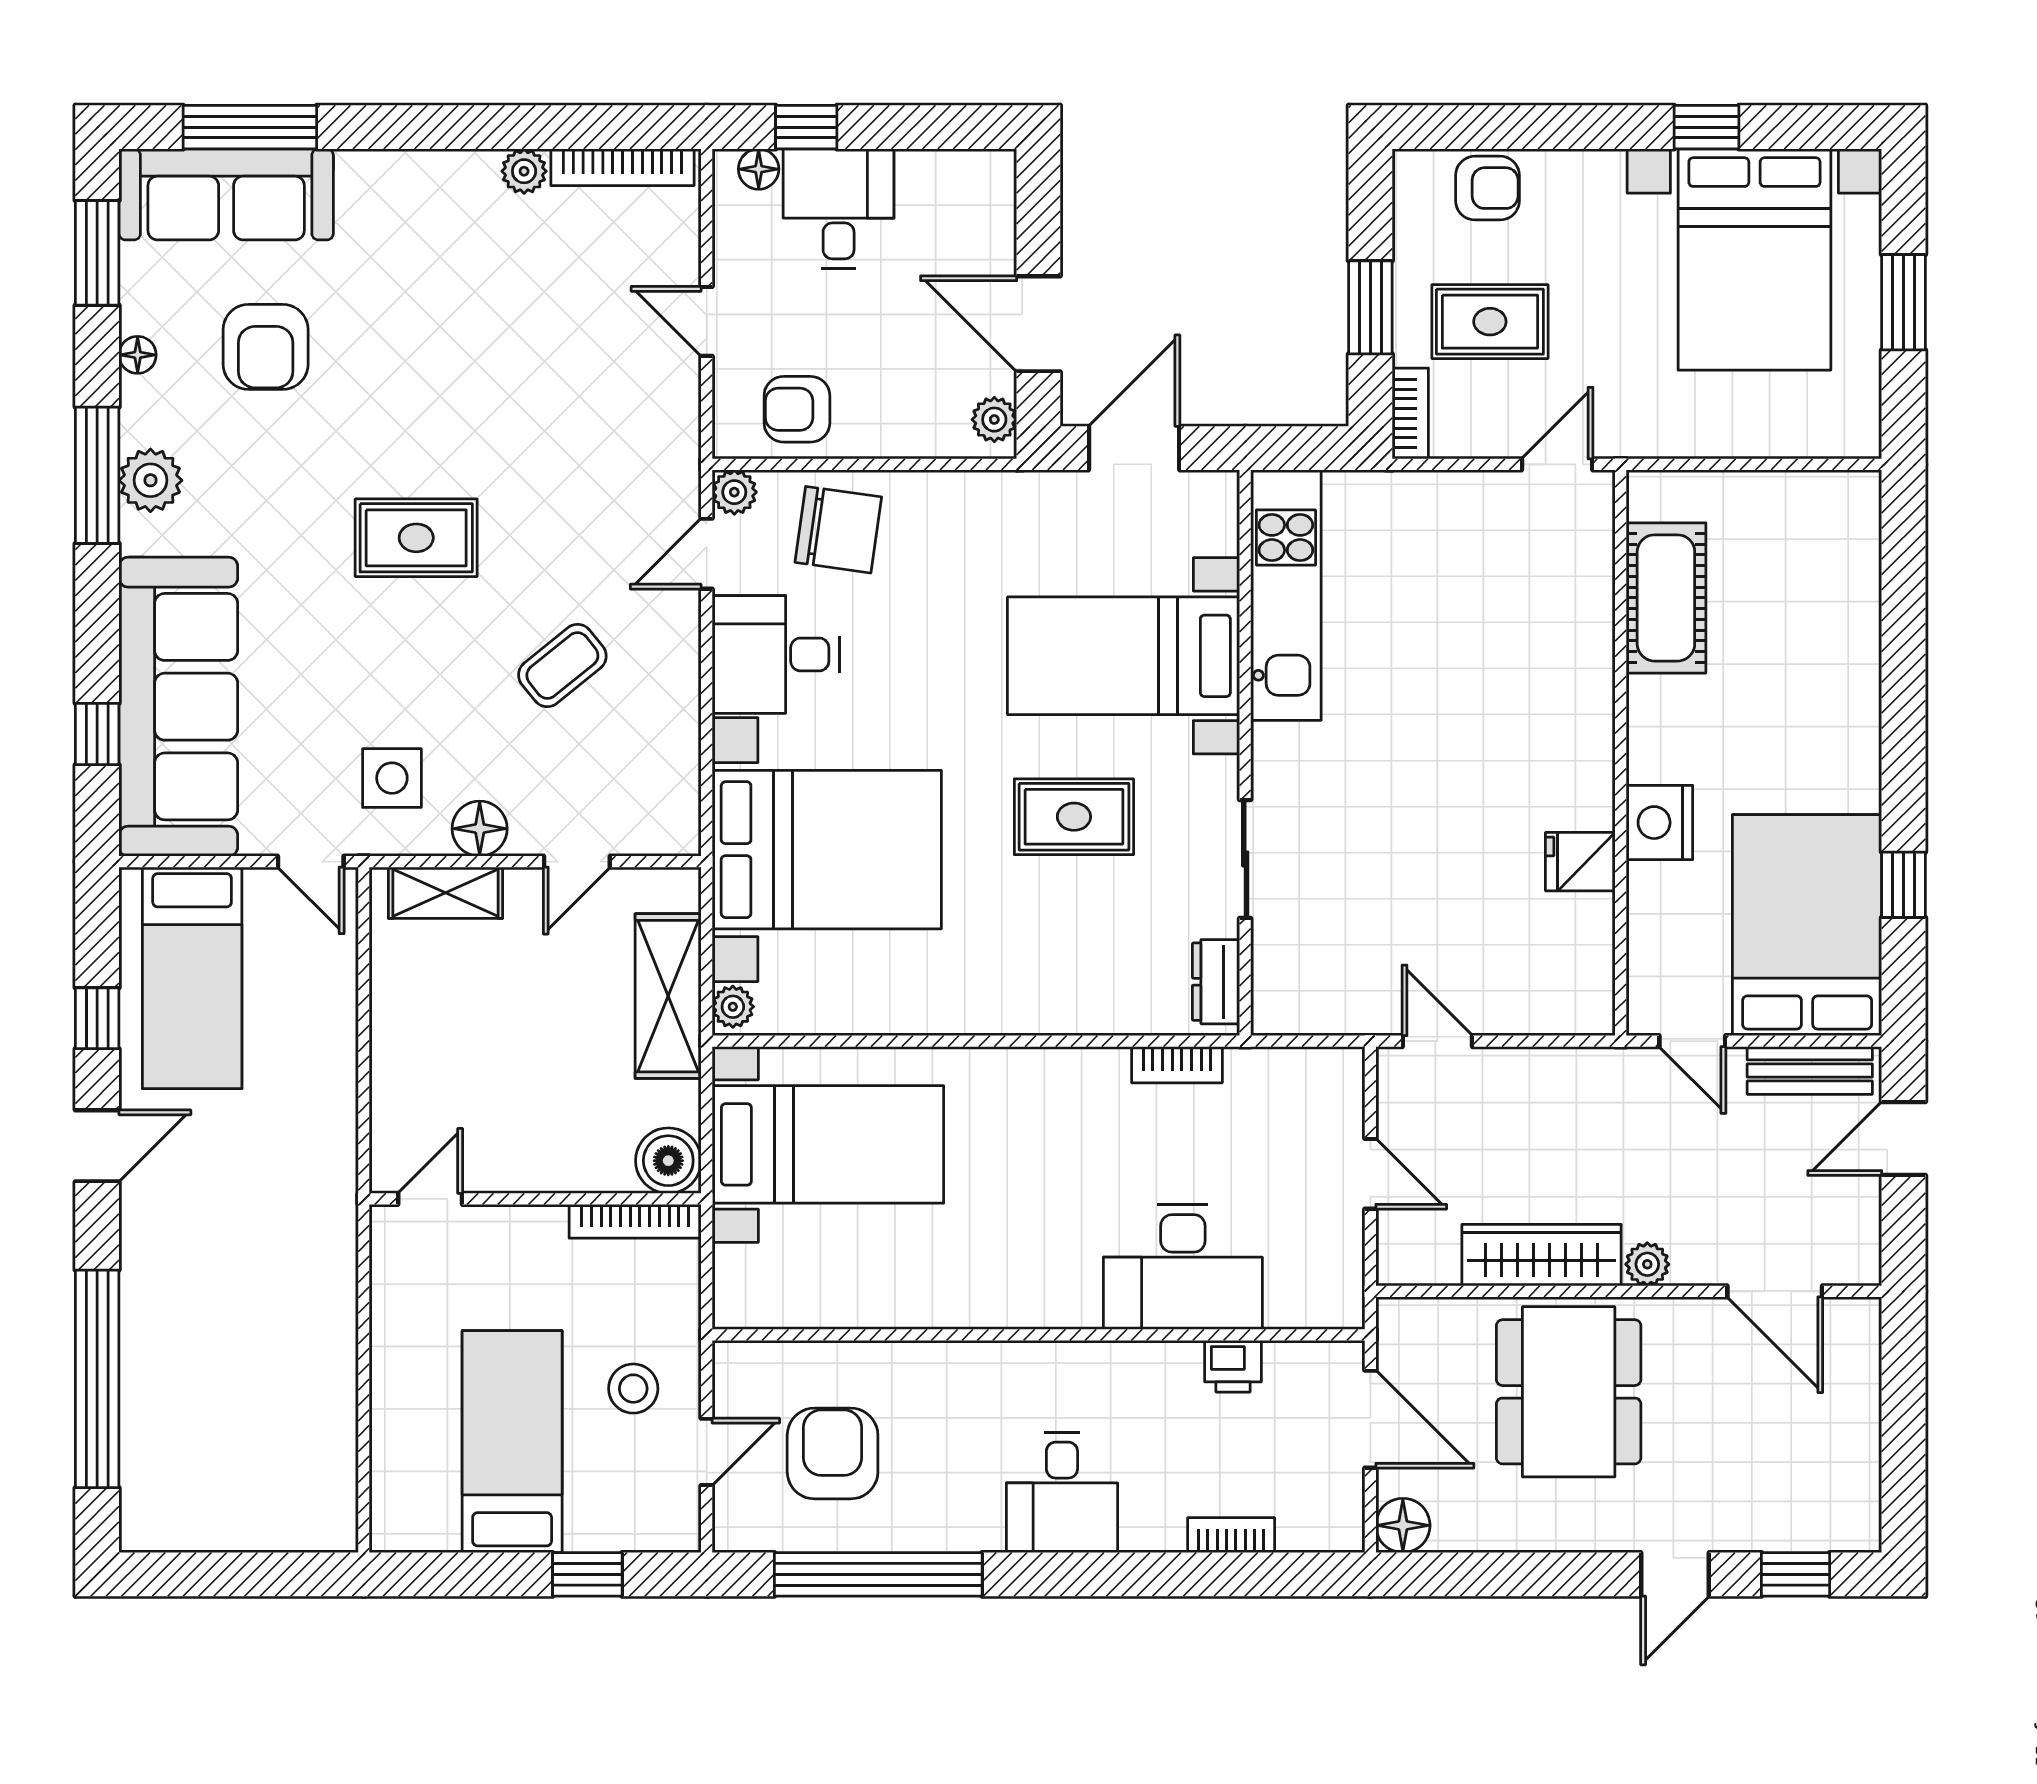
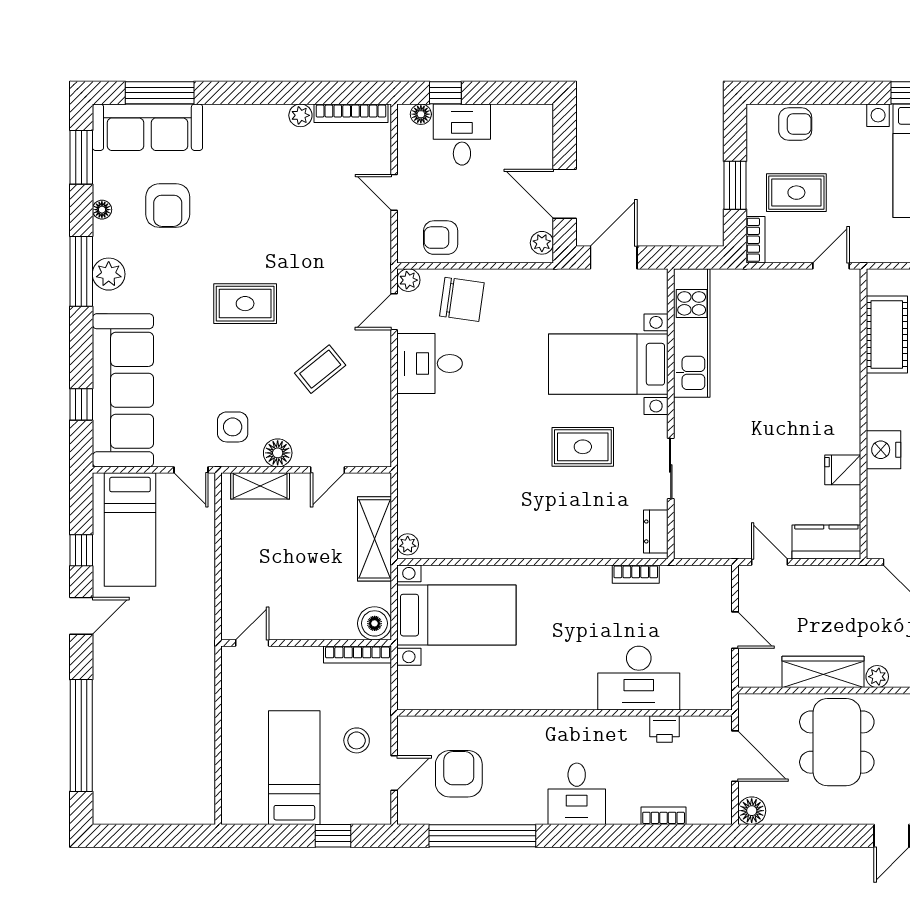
bed with nightstands: (827, 850) -> (456, 464), removed
kitchen counter: (1548, 1002) -> (826, 542), added

